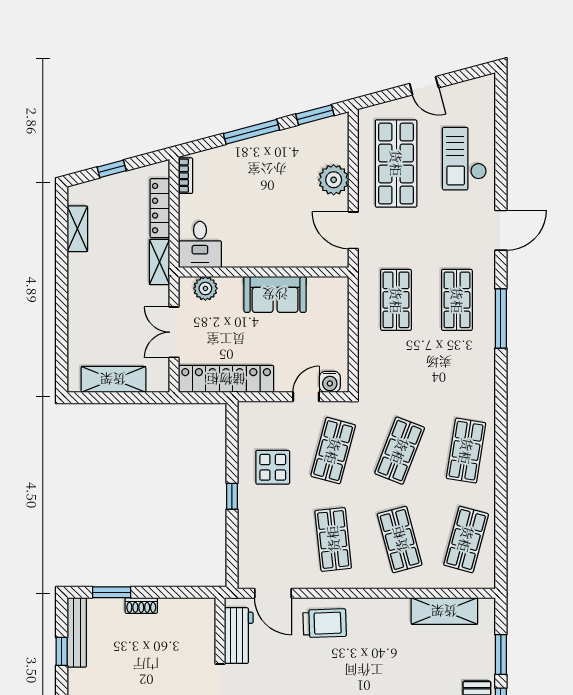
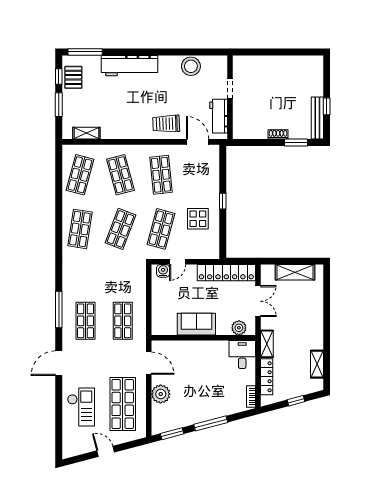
shelving: (444, 611) -> (86, 133), width x0.67, depth x0.75

